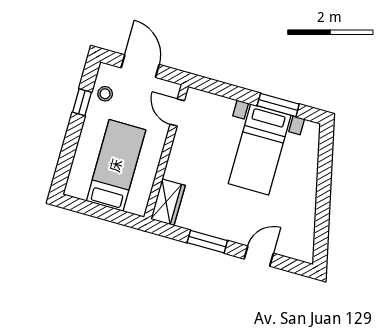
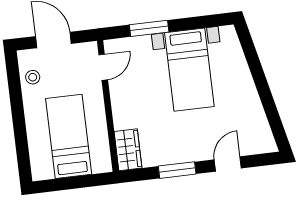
window: (82, 102) -> (15, 93), removed
window: (278, 105) -> (149, 28), moved
door: (177, 112) -> (103, 67), swing flipped

